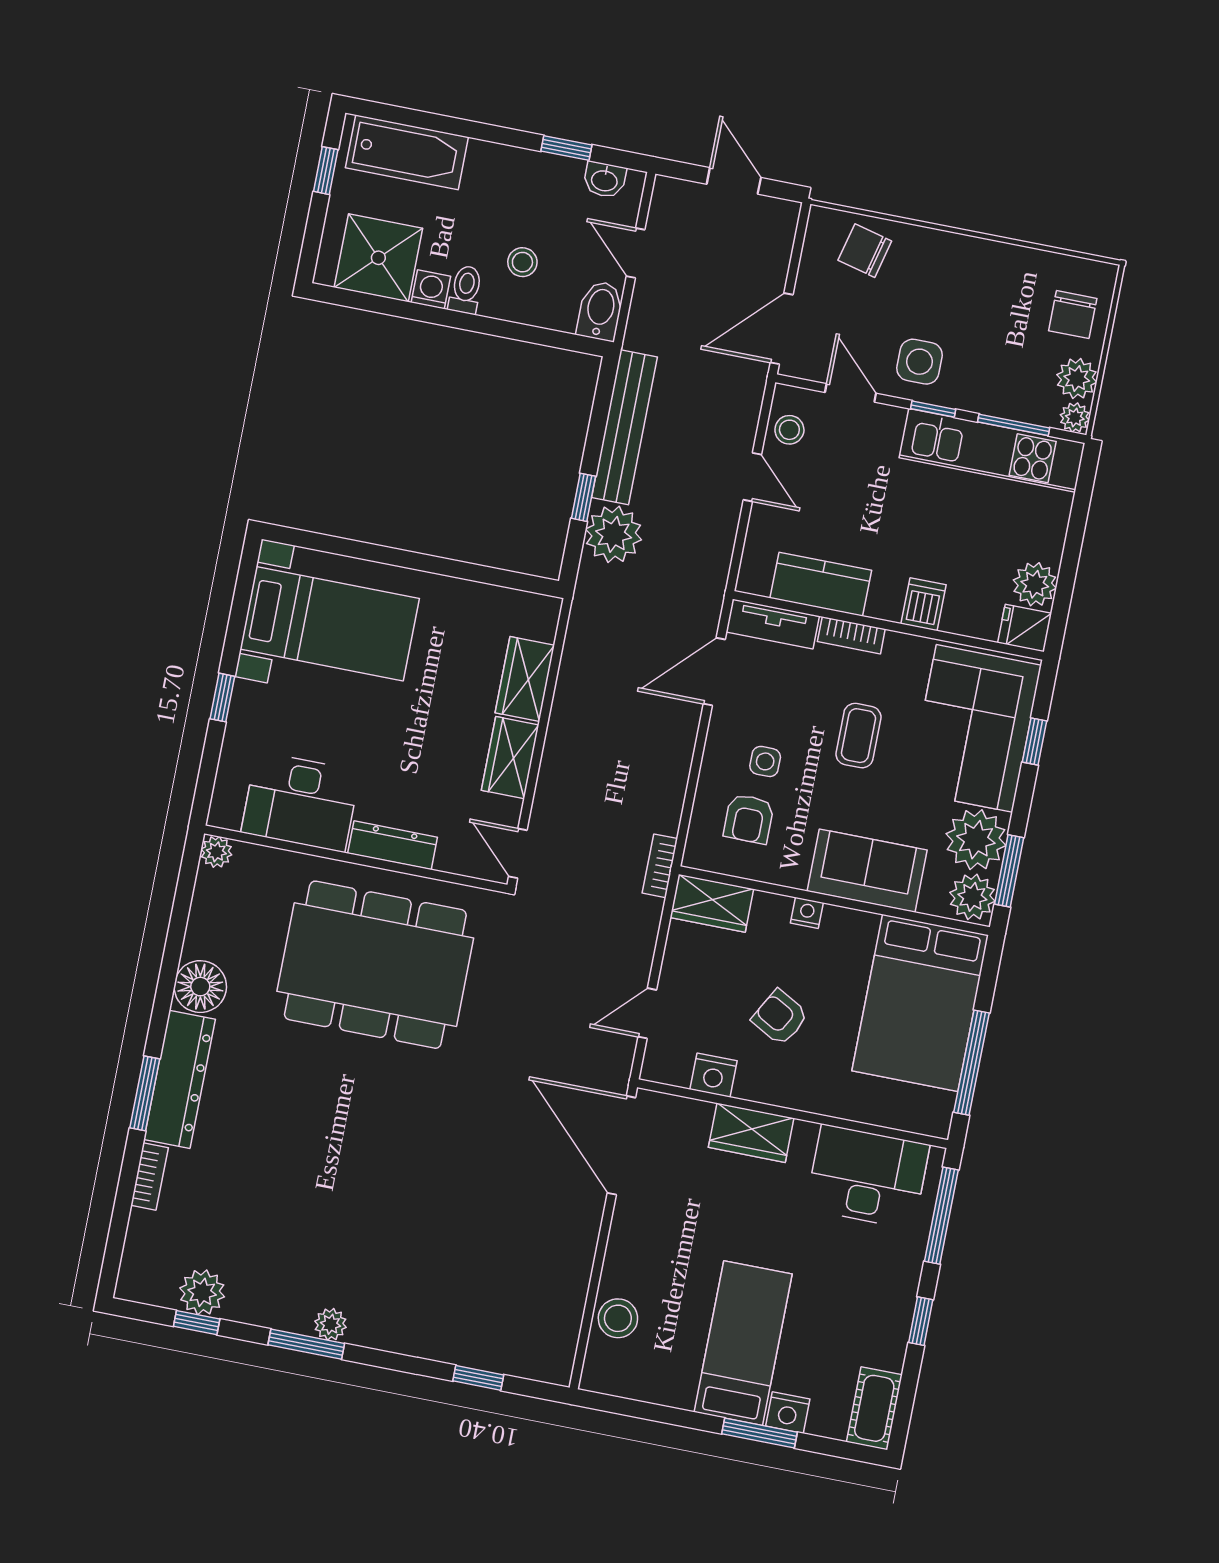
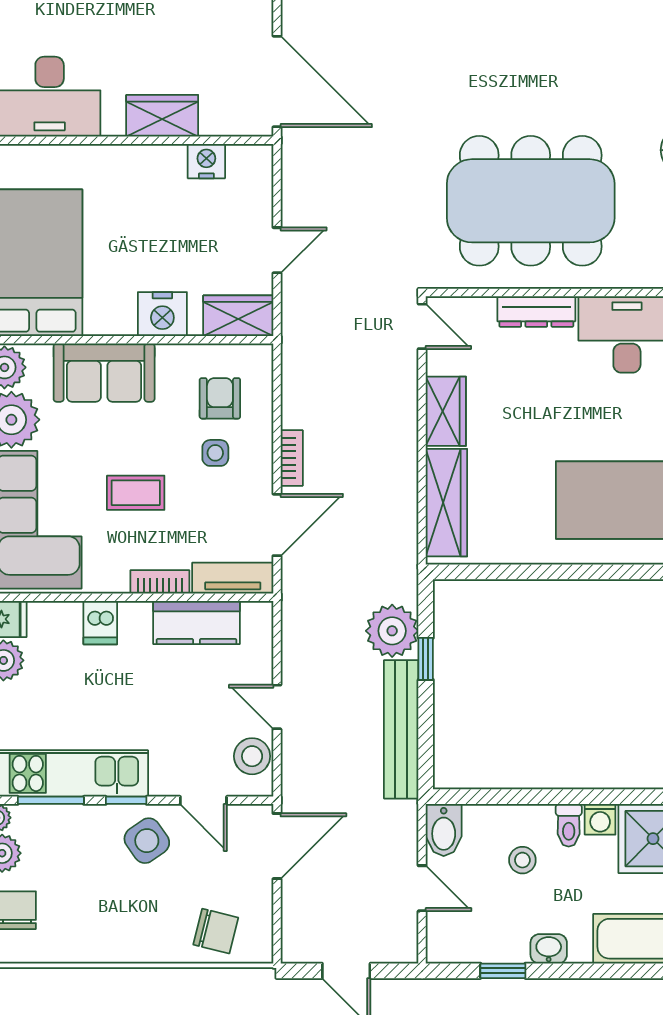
washbasin: (605, 180) -> (549, 949), moved
side table: (919, 362) -> (147, 841), turned -35
stool: (789, 430) -> (252, 756), width x1.37, depth x1.37
wardrobe: (525, 679) -> (446, 503), width x1.50
coffee table: (858, 736) -> (136, 493), turned 90
bookcase: (660, 866) -> (292, 458), moved
nightstand: (807, 913) -> (162, 314), width x1.89, depth x1.79
door: (647, 1013) -> (277, 250), moved
armchair: (780, 1017) -> (157, 225), removed

